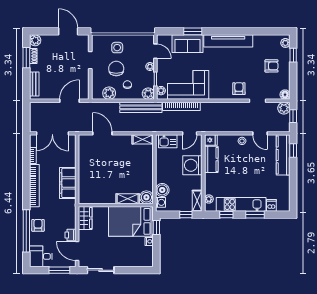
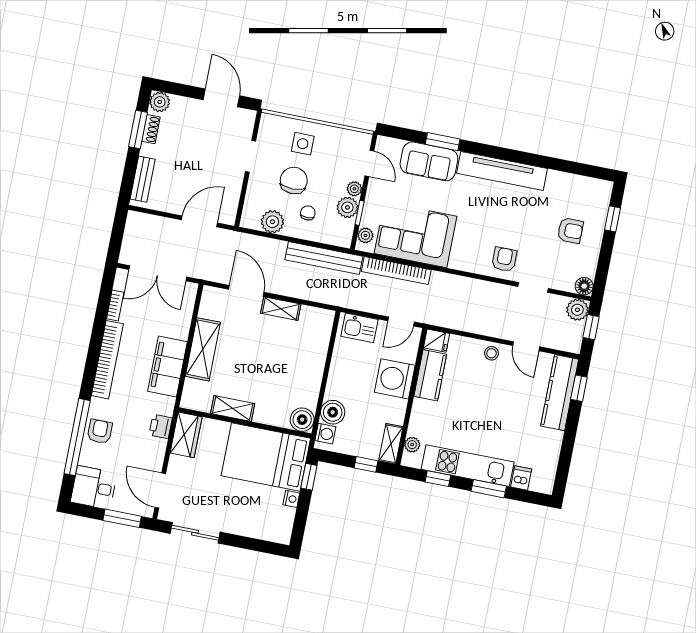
plant: (285, 43) -> (603, 195), removed
plant: (148, 94) -> (347, 207), moved
shelving: (143, 139) -> (281, 309), moved
shelving: (85, 170) -> (203, 349), added
shelving: (128, 199) -> (233, 408), moved
printer: (70, 235) -> (161, 426), moved

